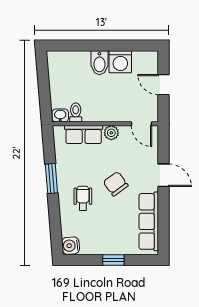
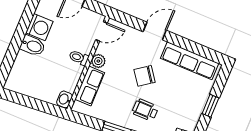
toilet: (76, 112) -> (79, 58), moved

